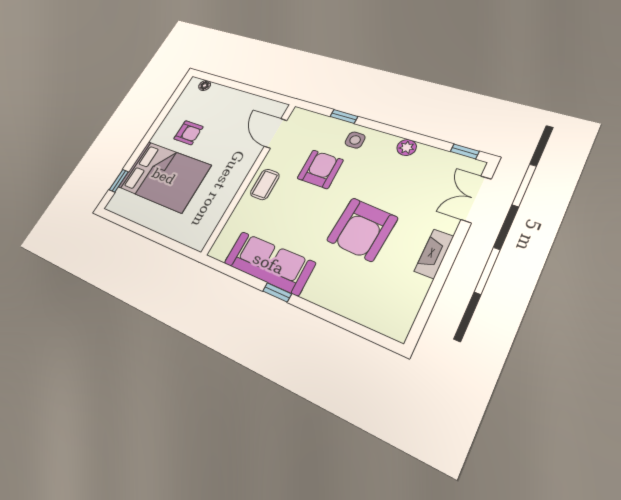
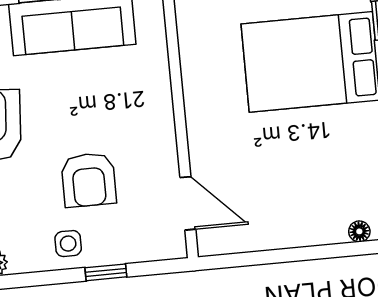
armchair: (188, 133) -> (325, 144), removed
coffee table: (265, 184) -> (151, 122), removed

